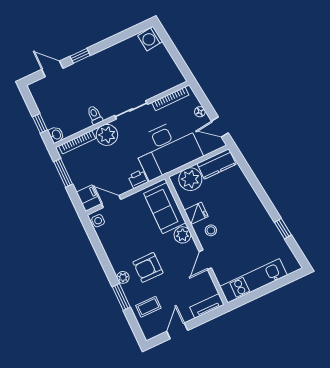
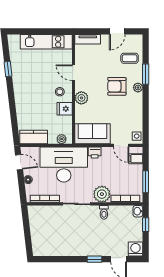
washing machine: (150, 39) -> (135, 249), moved, turned -83
plant: (190, 179) -> (62, 139), width x0.53, depth x0.53
sofa: (165, 208) -> (93, 134), moved, turned -90
door: (205, 260) -> (74, 73), swing flipped
armchair: (148, 267) -> (117, 86), turned 180

